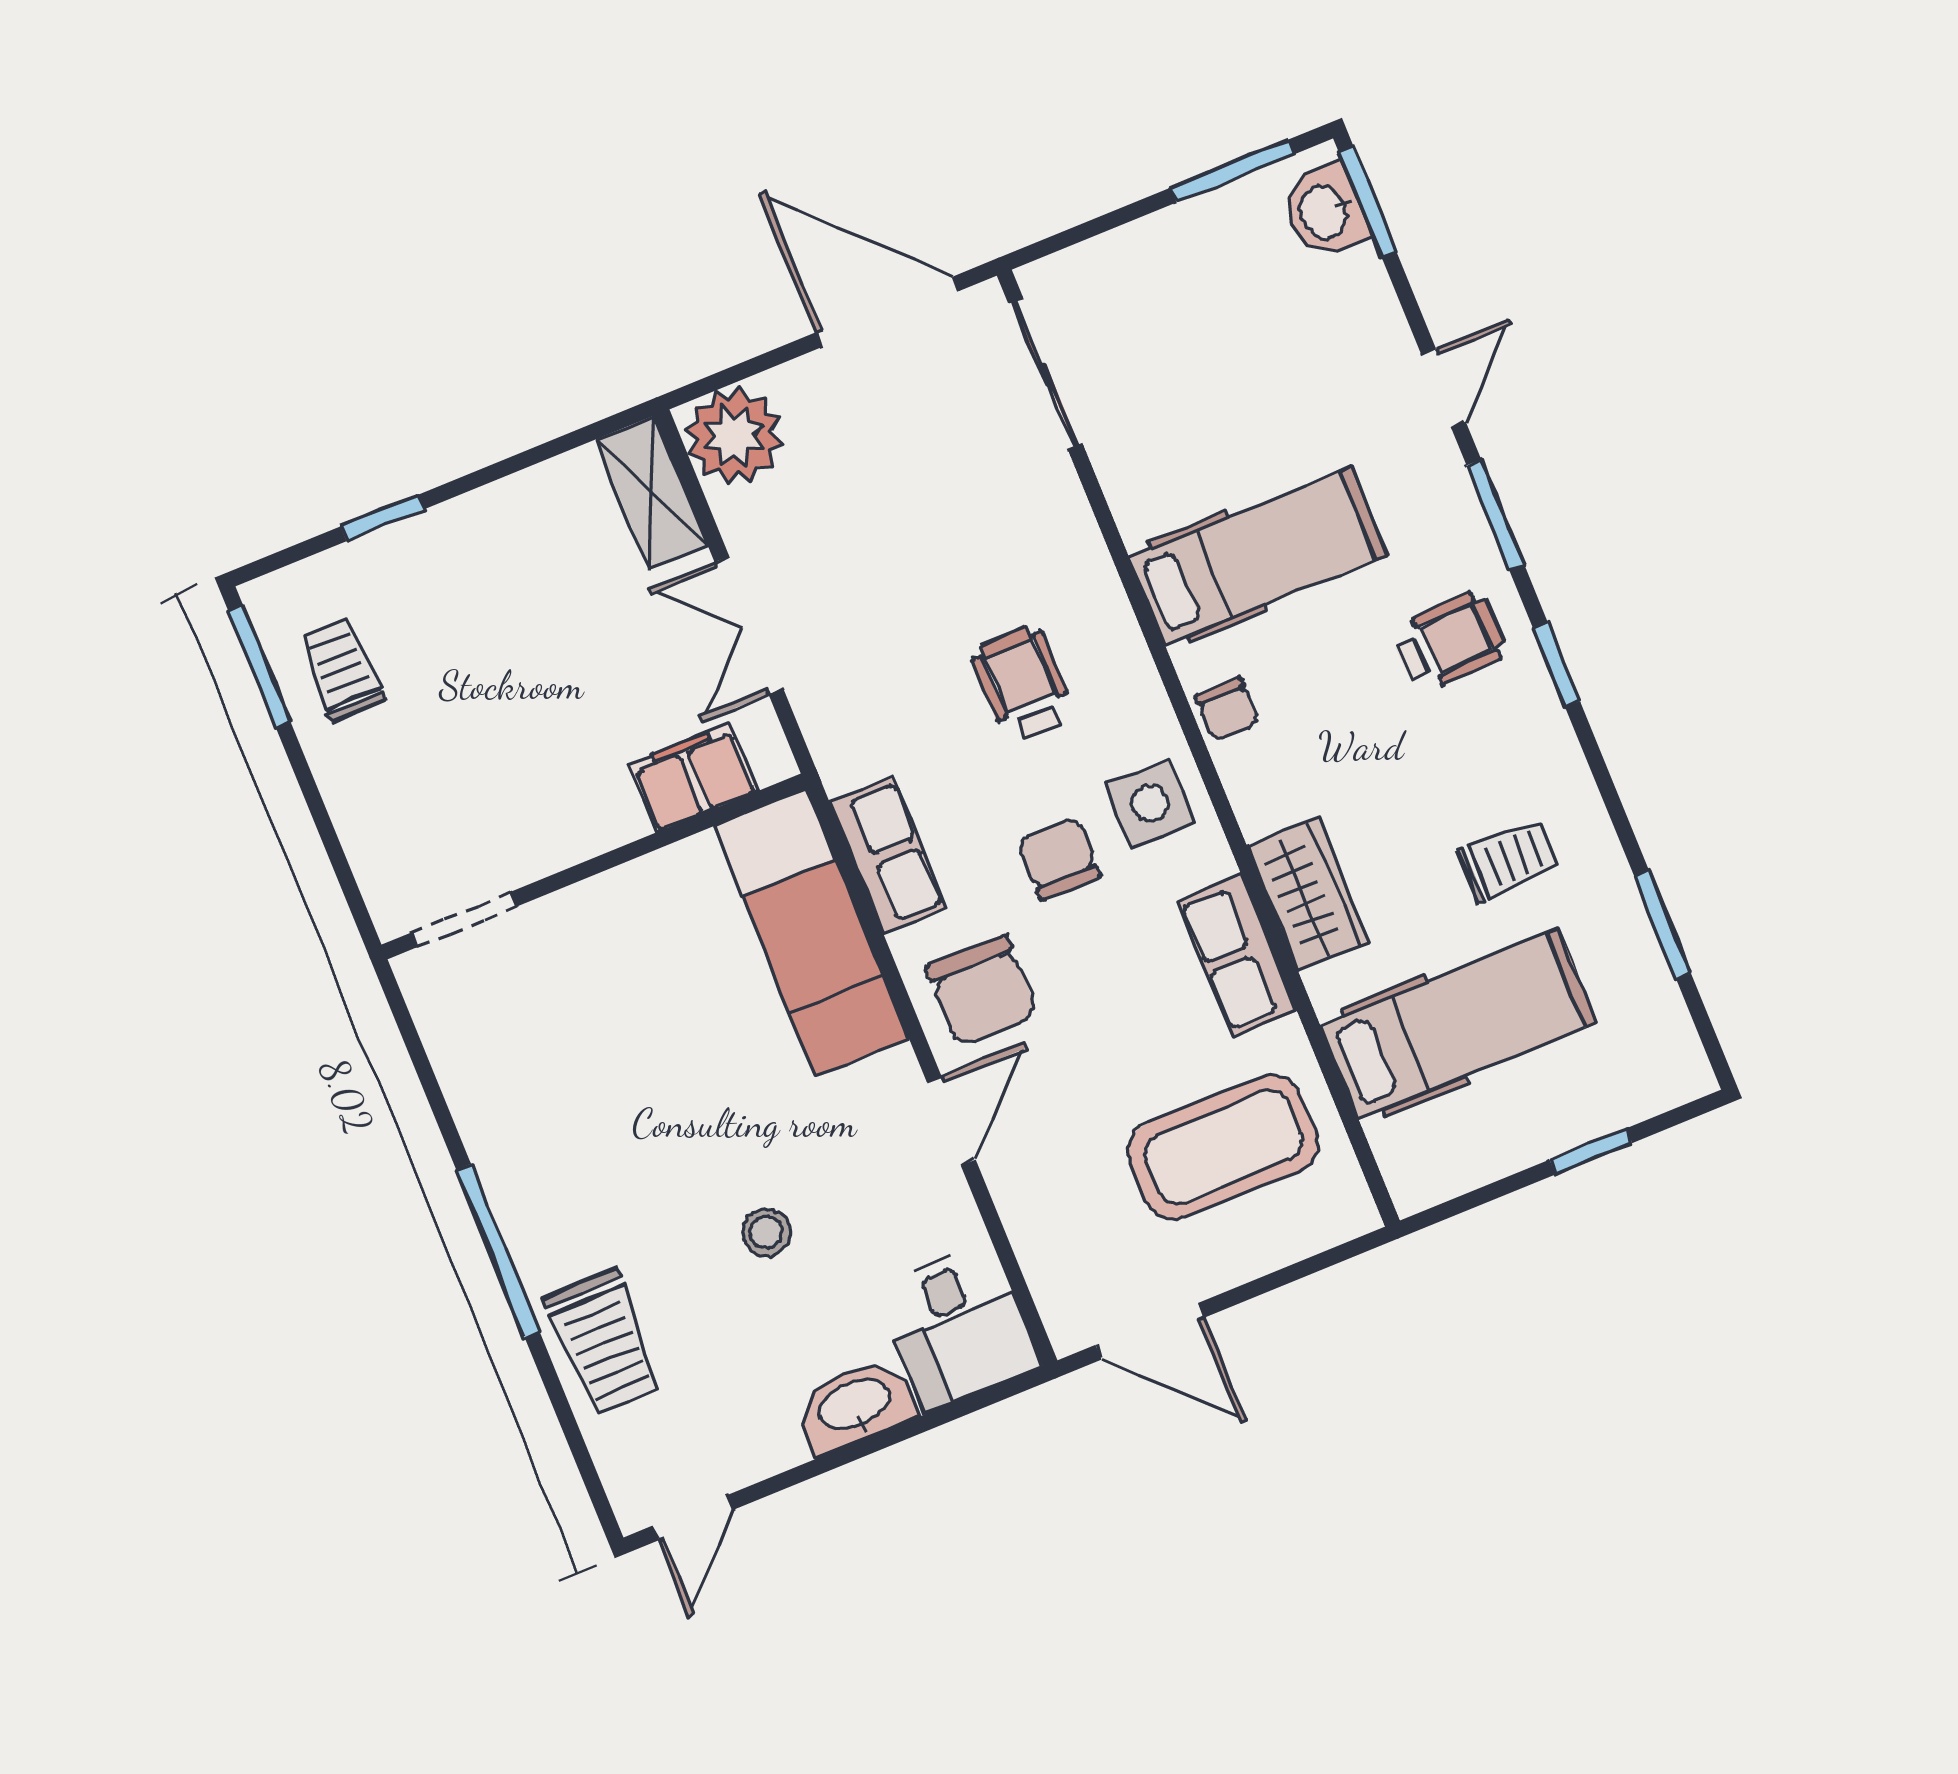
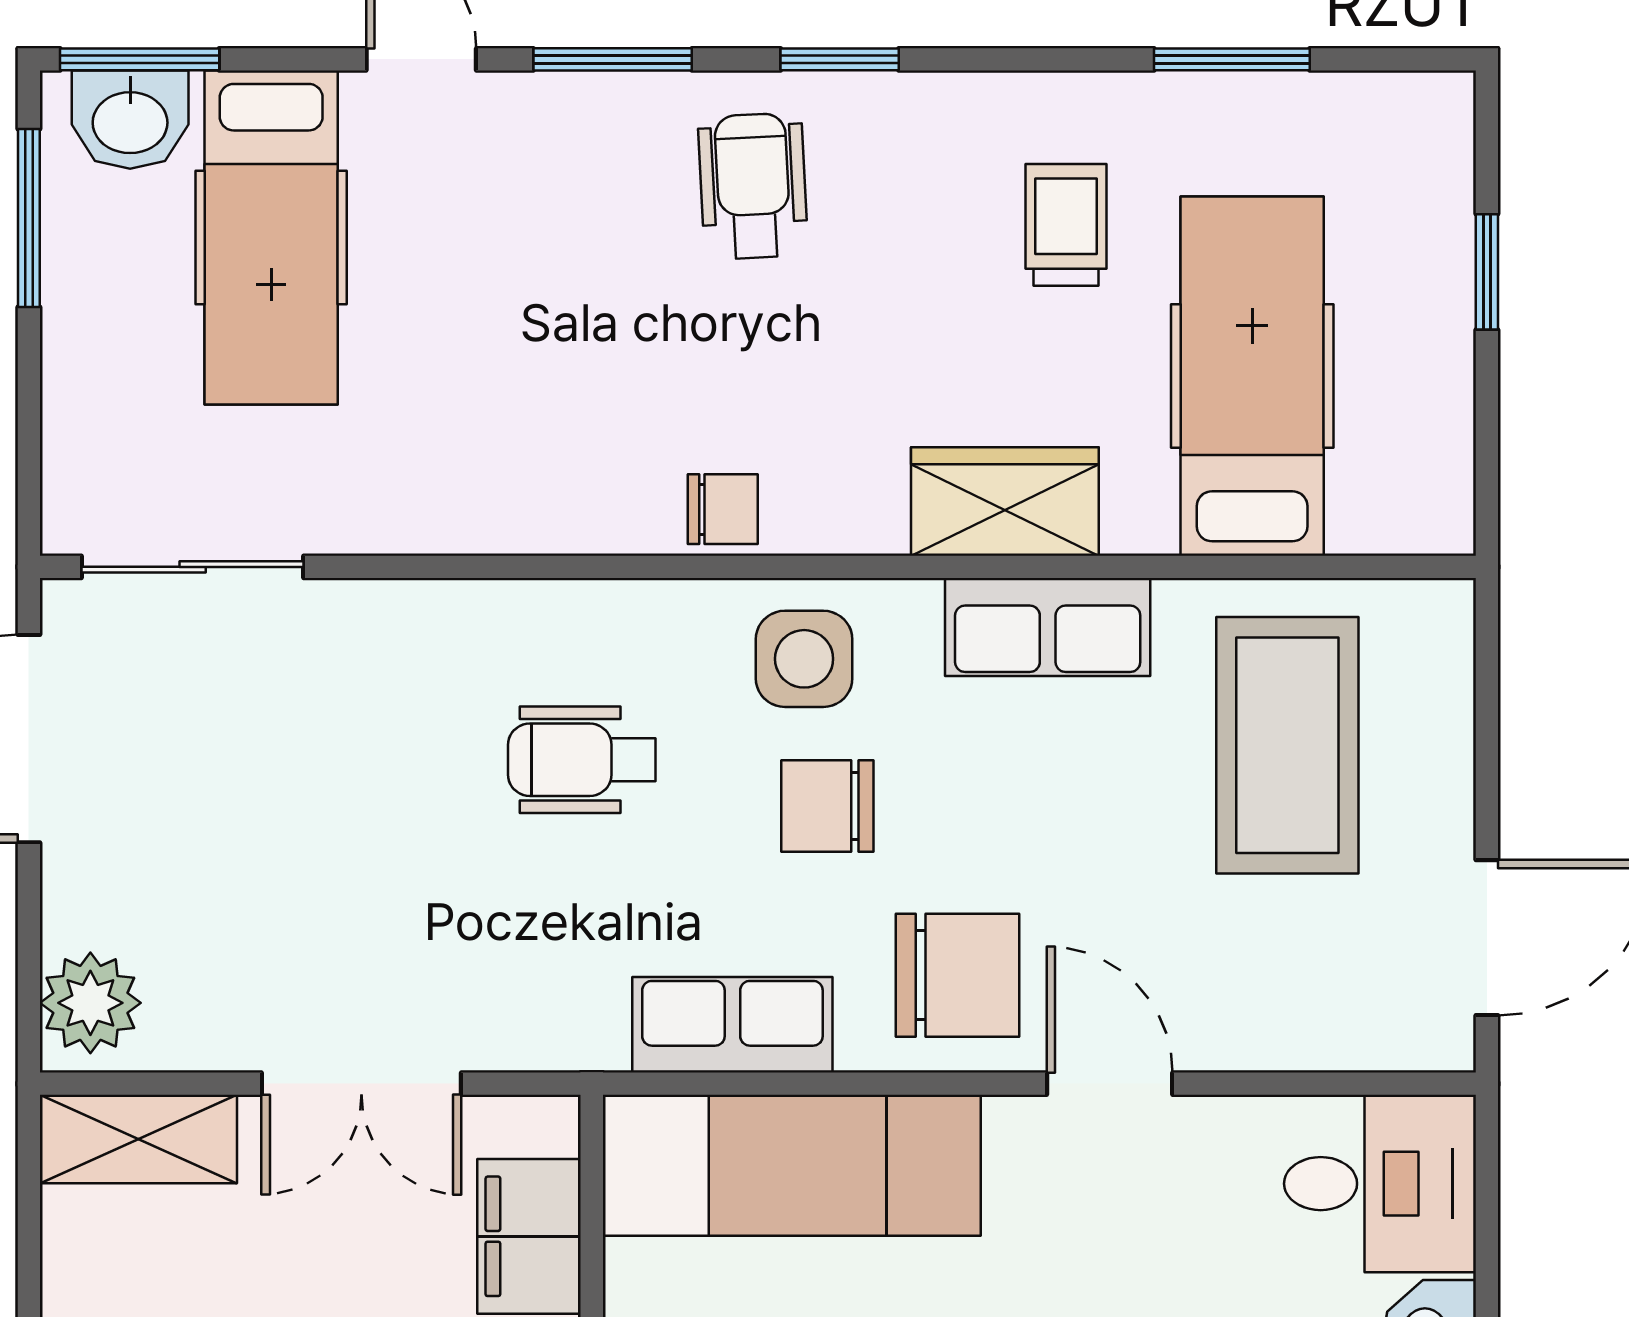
plant: (734, 436) -> (90, 1003), width x0.73, depth x0.73
hospital bed: (1258, 556) -> (271, 238), moved, turned 180

